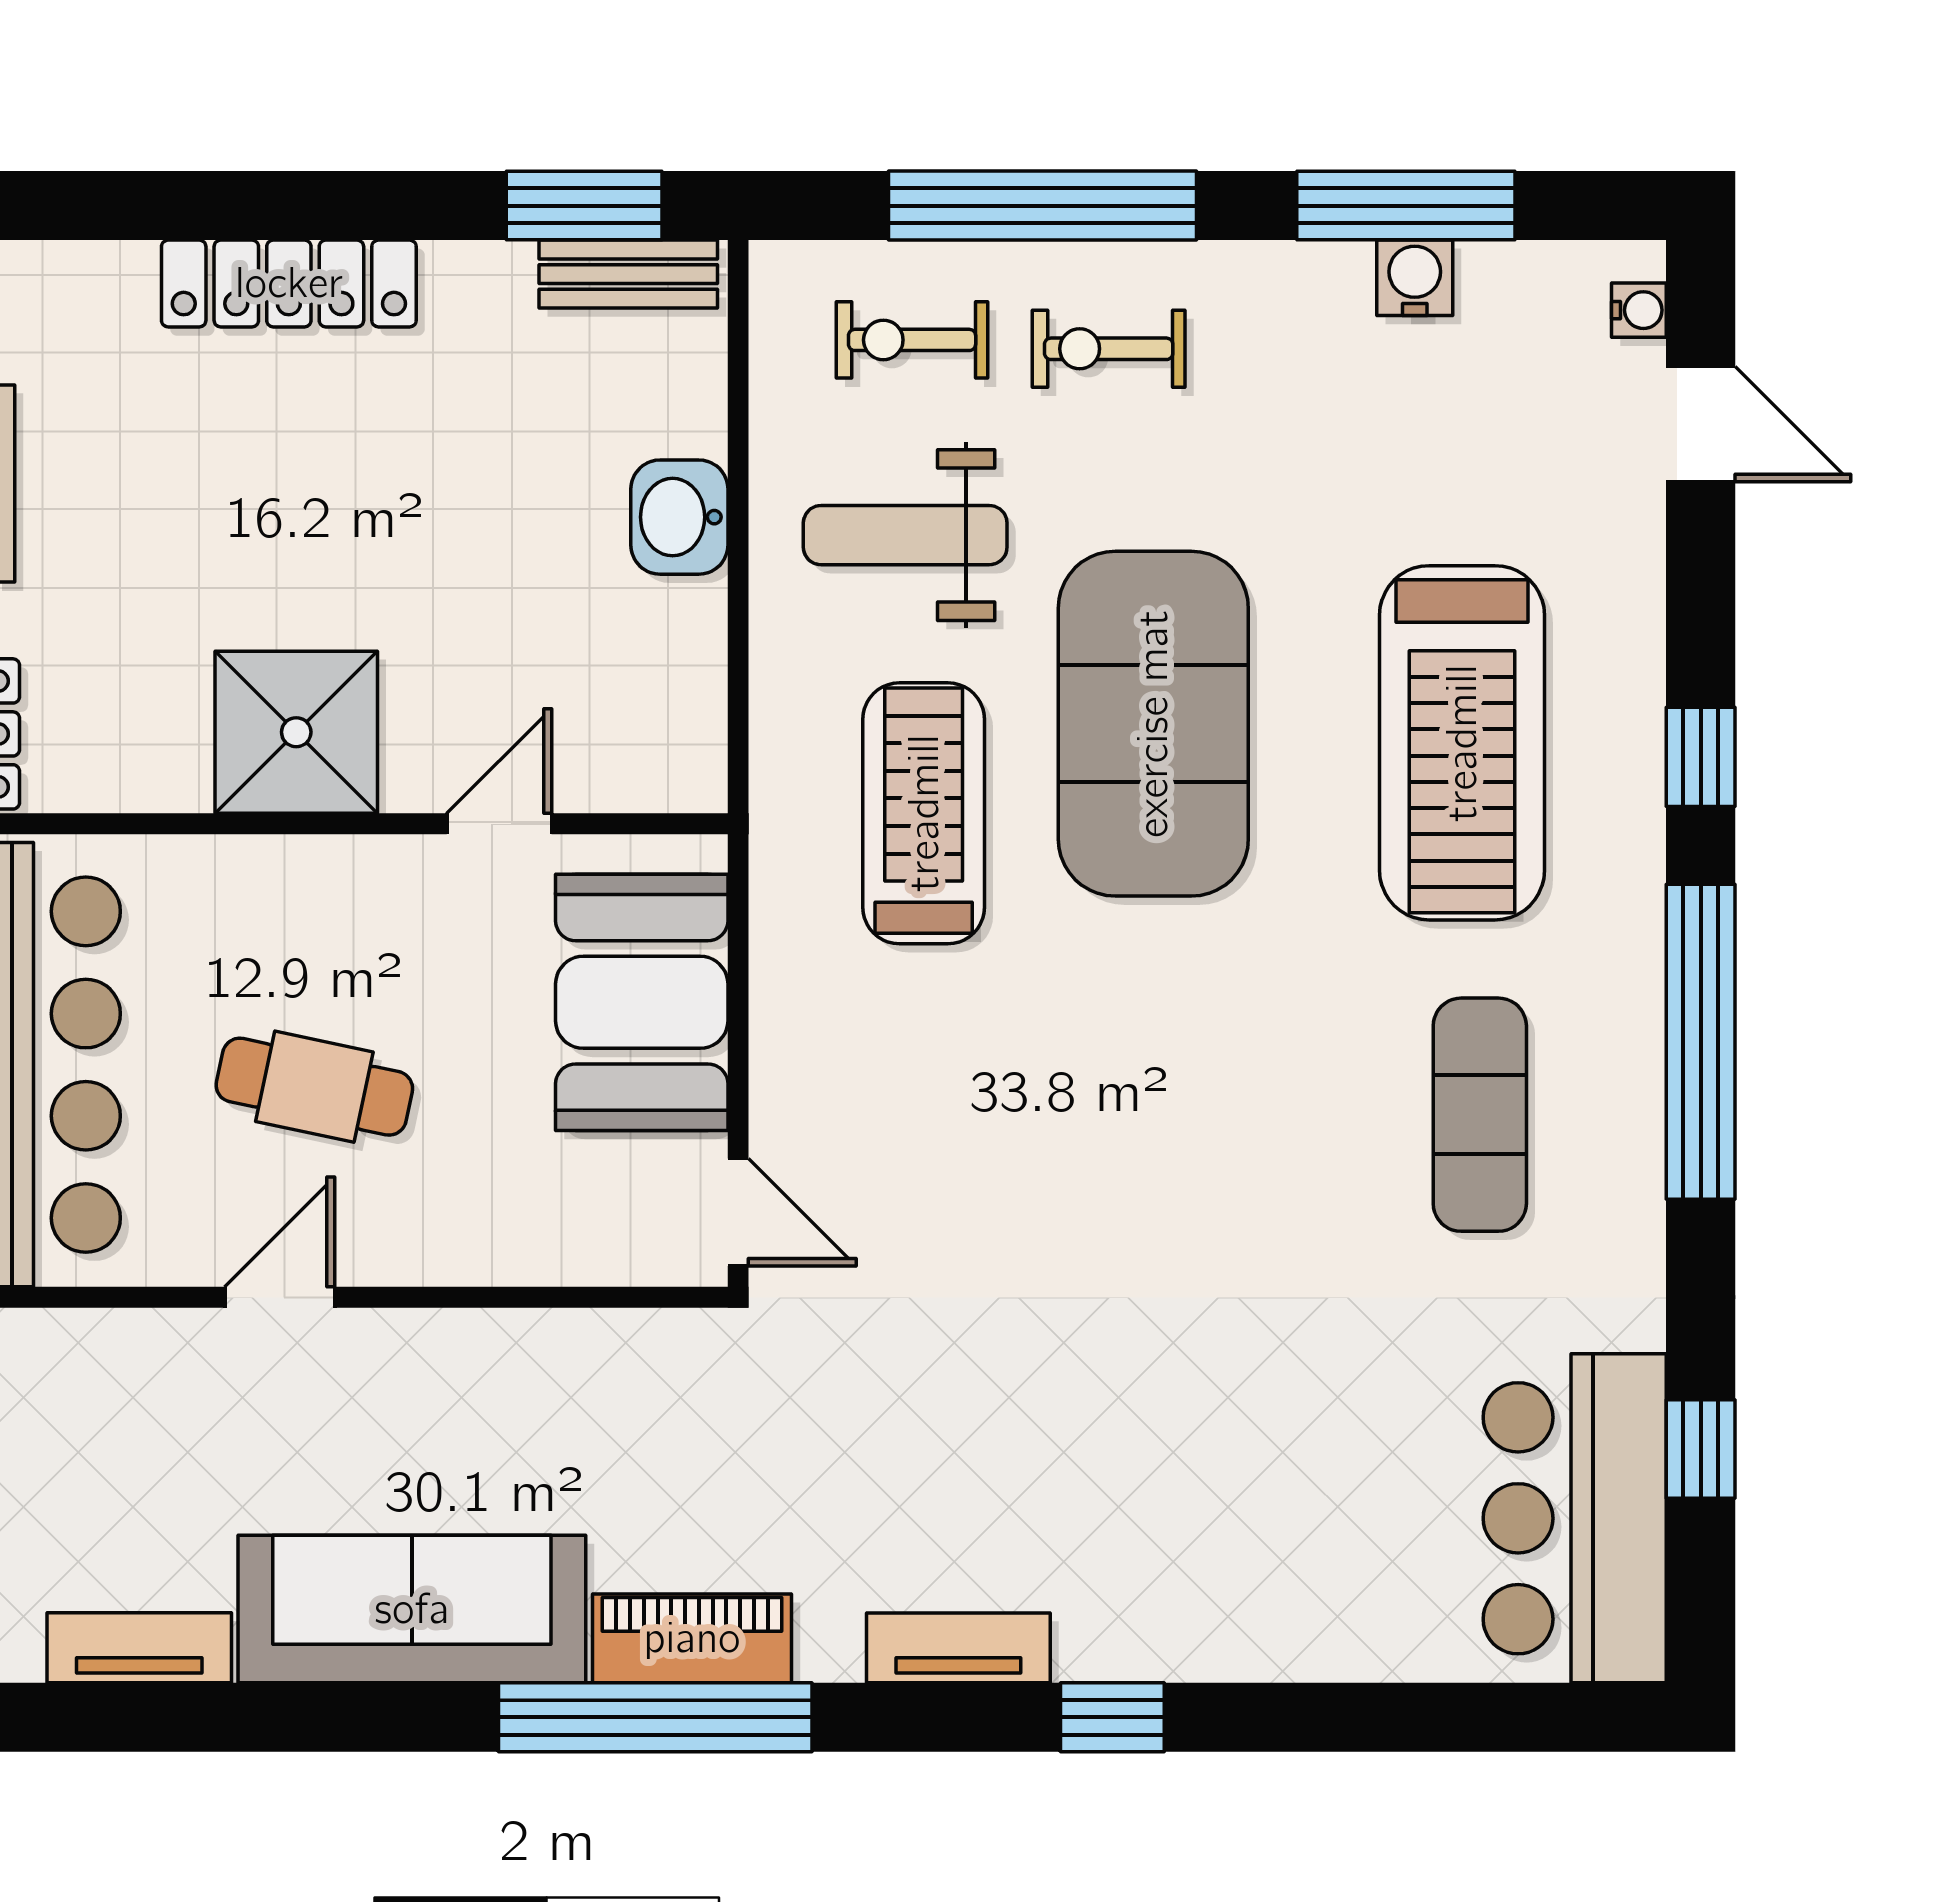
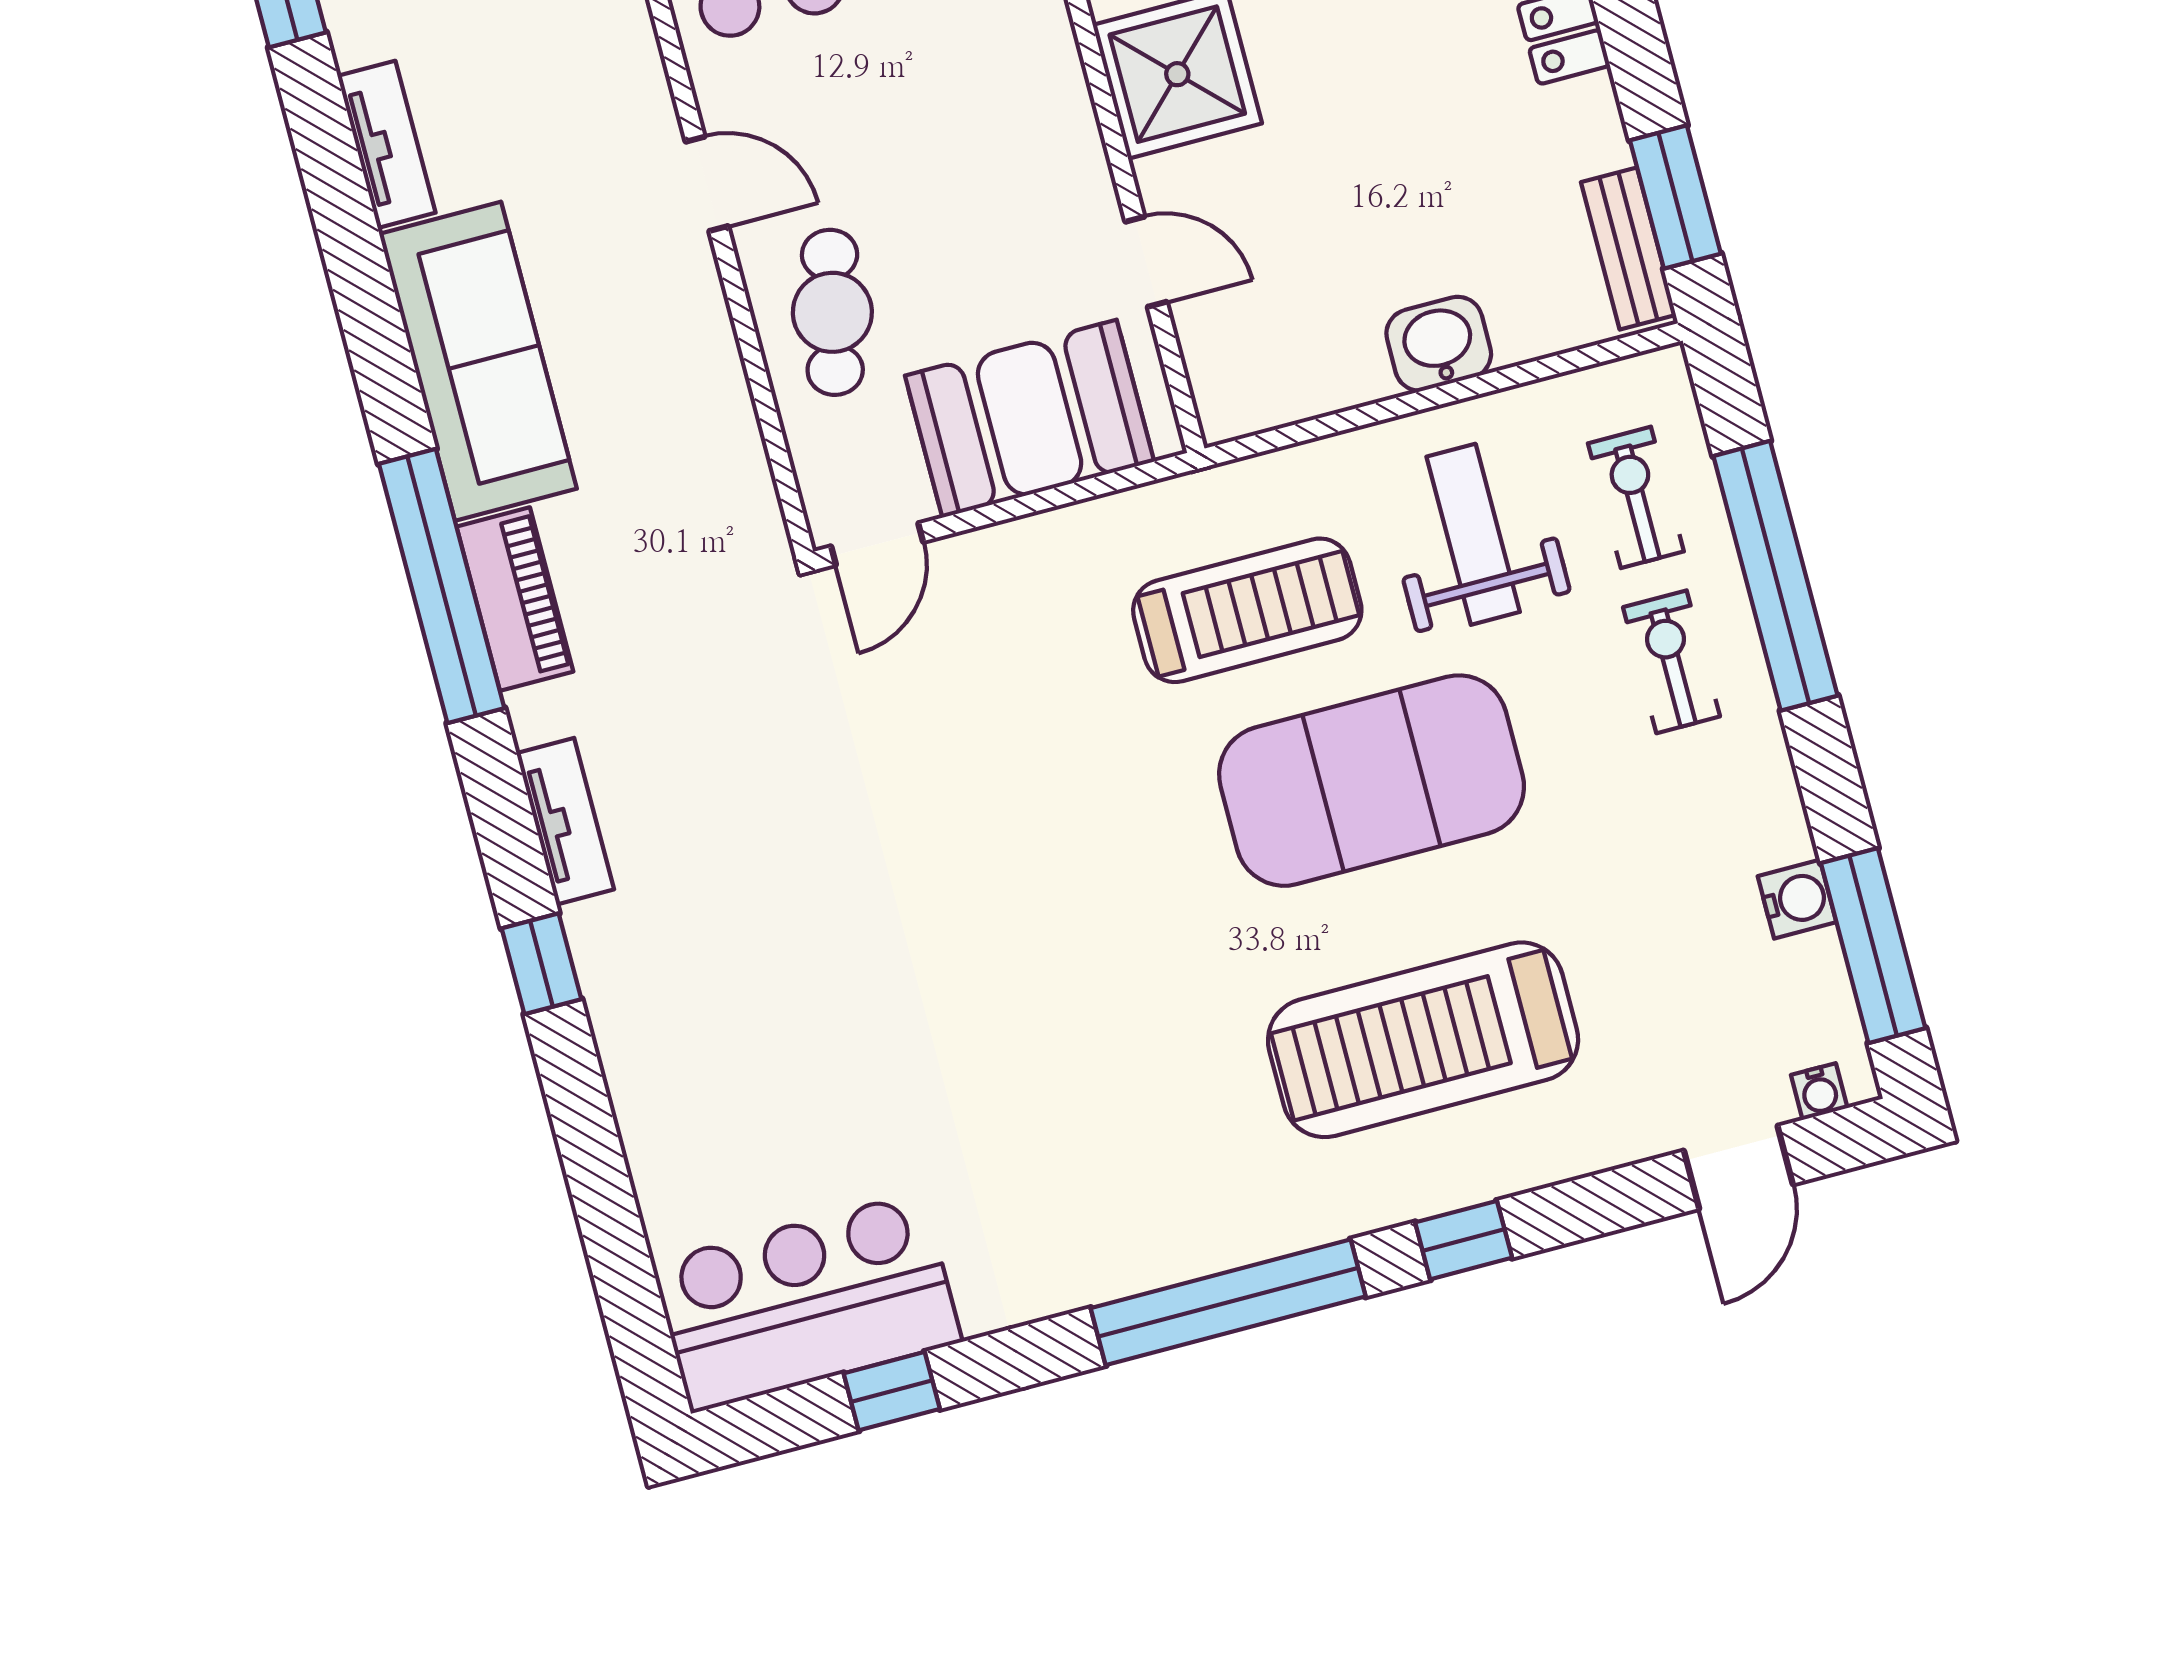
window: (1406, 206) -> (1873, 946), moved
cafe table: (314, 1087) -> (832, 312), moved
exercise mat: (1480, 1115) -> (1120, 1136), removed

